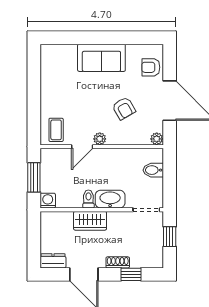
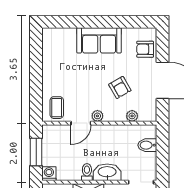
plant: (157, 139) -> (132, 116), moved

